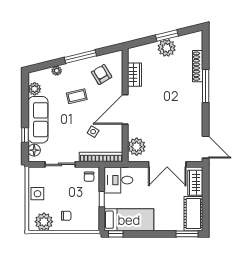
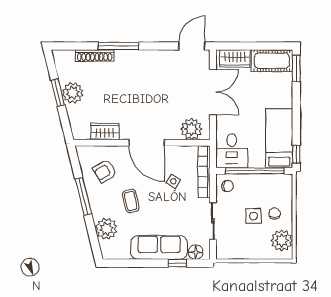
plant: (57, 71) -> (106, 229), width x1.88, depth x1.88
plant: (35, 89) -> (122, 252), removed
side table: (37, 194) -> (253, 216), moved
window: (102, 199) -> (255, 171), width x3.17

